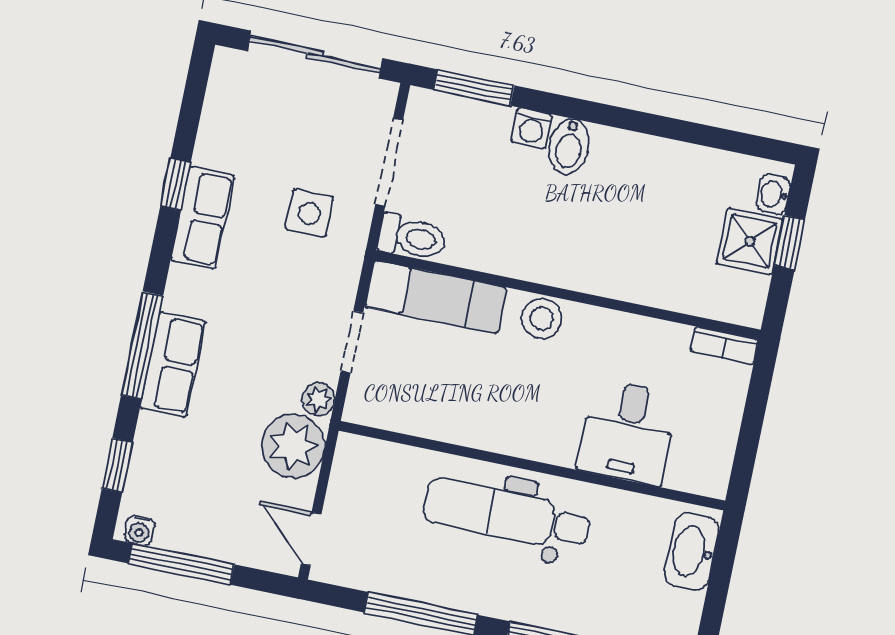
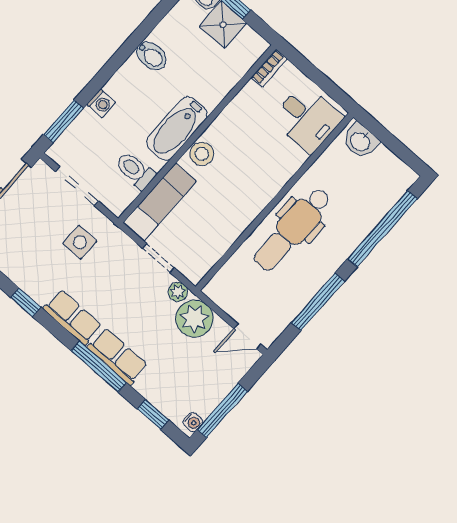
bidet: (569, 146) -> (151, 56), moved
row of seats: (203, 218) -> (73, 317), moved
toilet: (412, 237) -> (135, 170), moved, turned -90
bathtub: (558, 260) -> (177, 128), added
desk: (628, 432) -> (307, 118), moved
washbasin: (692, 552) -> (361, 141), width x0.72

